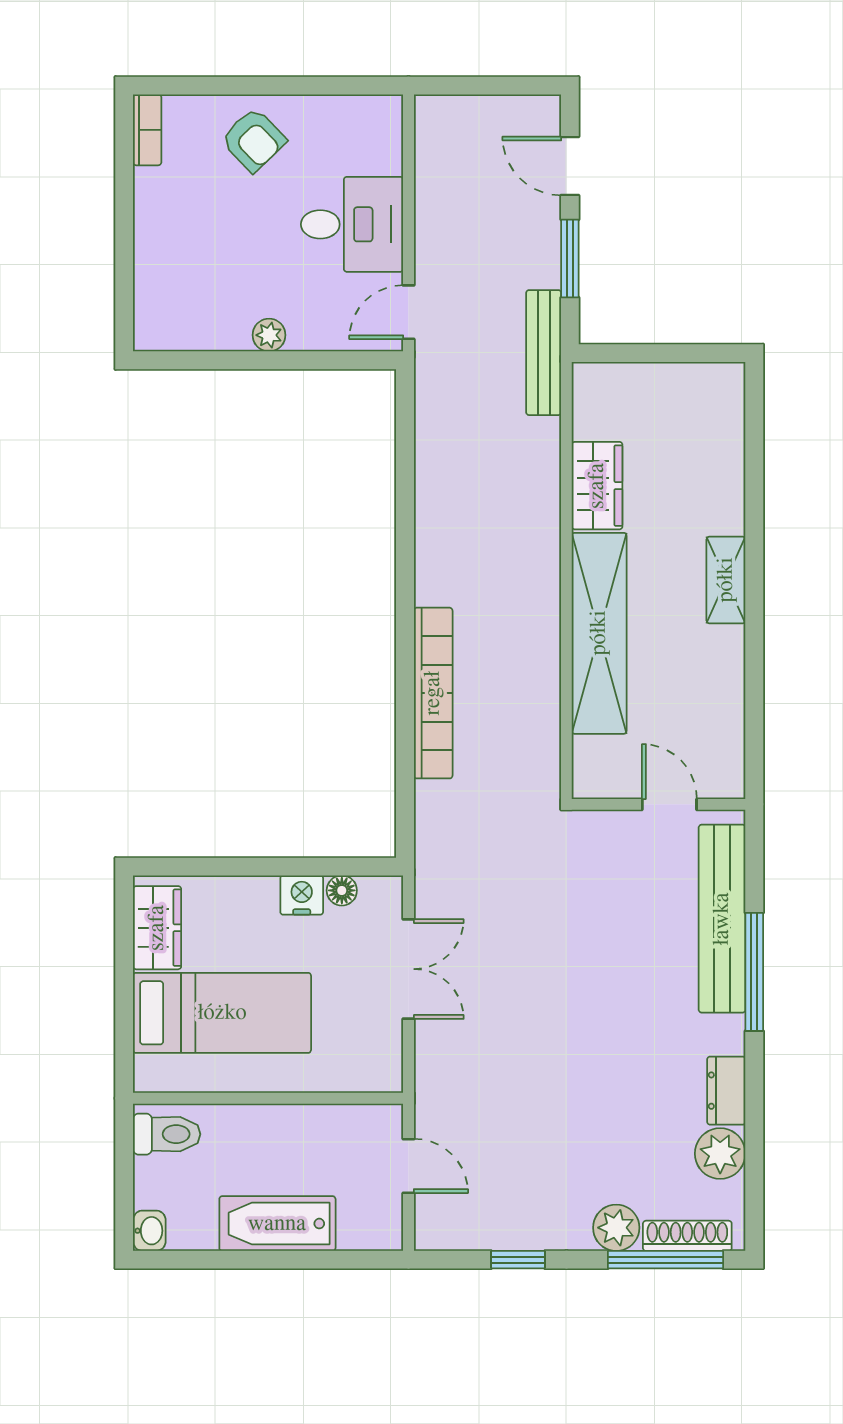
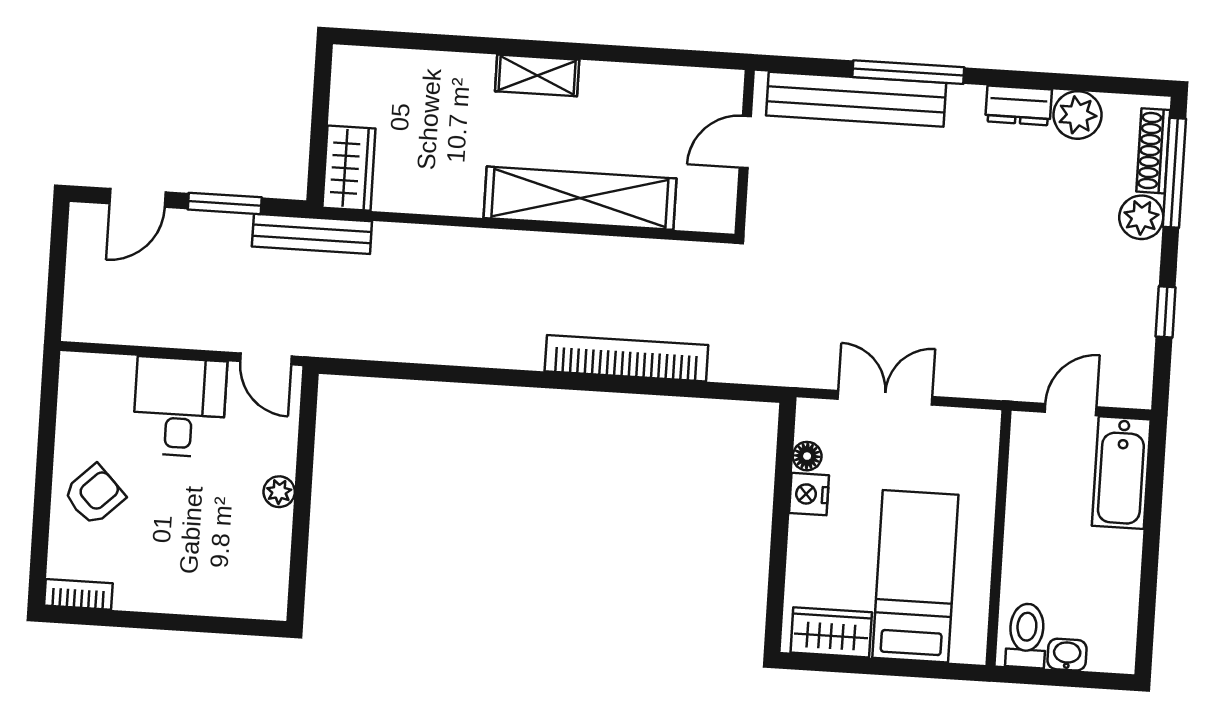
wardrobe: (597, 486) -> (349, 168), moved, turned 90
bathtub: (277, 1224) -> (1121, 473), moved
washbasin: (149, 1231) -> (1067, 655), moved

